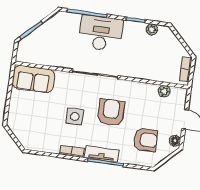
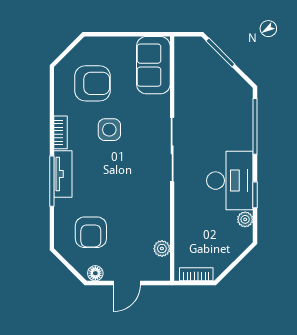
desk: (101, 33) -> (230, 181), moved
armchair: (111, 112) -> (92, 83), moved

